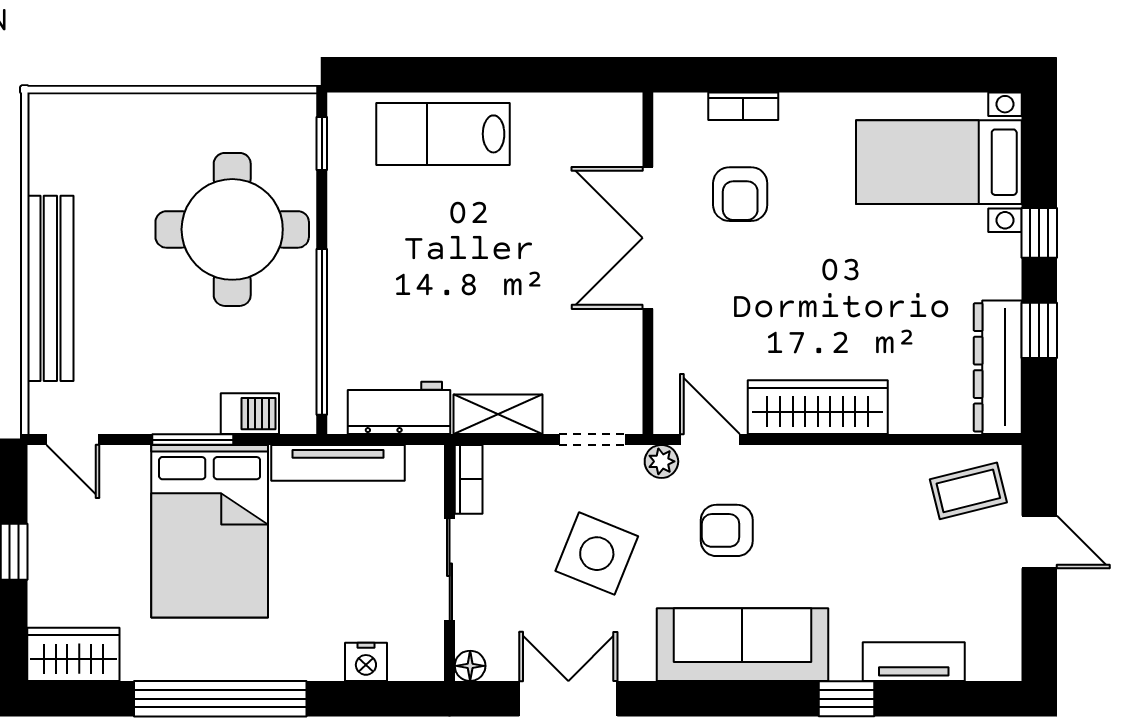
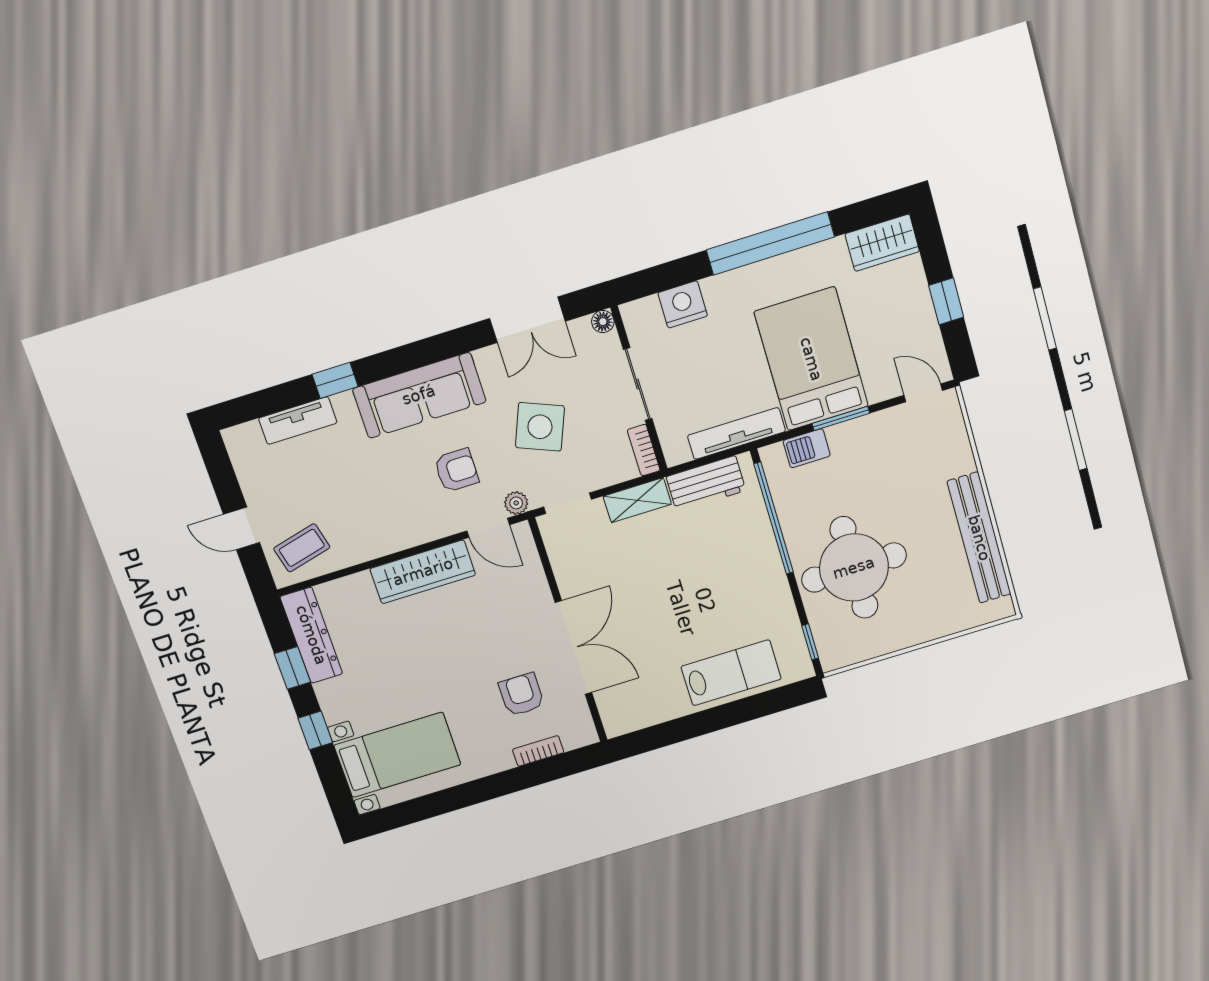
bench: (50, 288) -> (979, 538), moved
nightstand: (366, 662) -> (683, 304), width x1.36, depth x1.33

